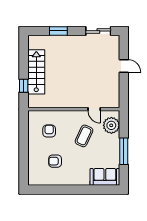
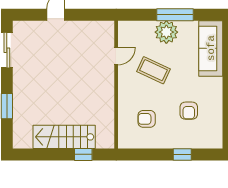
plant: (111, 125) -> (166, 32), moved
window: (24, 156) -> (182, 154), added
sofa: (105, 177) -> (211, 48), width x1.36

